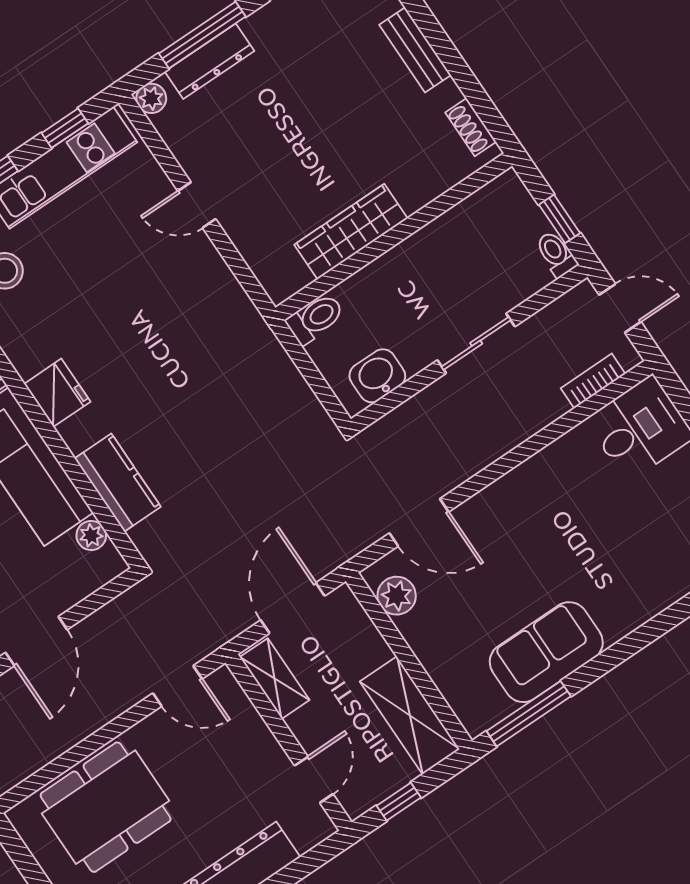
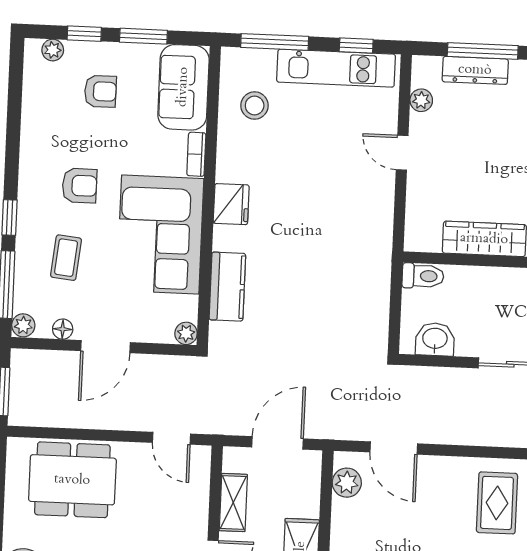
plant: (151, 98) -> (421, 100), moved
rug: (571, 500) -> (497, 503), added
plant: (91, 535) -> (186, 333), moved
shelving: (275, 679) -> (233, 503), moved

